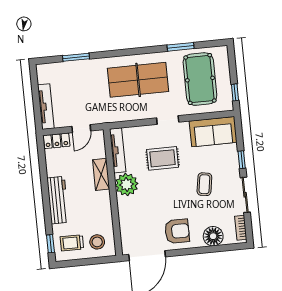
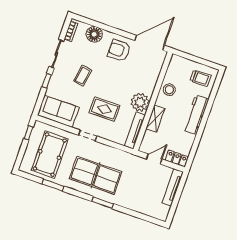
window: (76, 57) -> (103, 203), moved
stool: (97, 242) -> (169, 90), moved
window: (50, 244) -> (217, 85), removed

